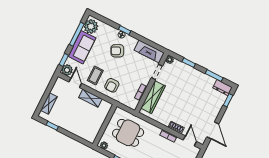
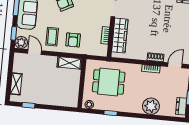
shelving: (90, 98) -> (70, 63), moved
door: (190, 141) -> (175, 65), hinge flipped

